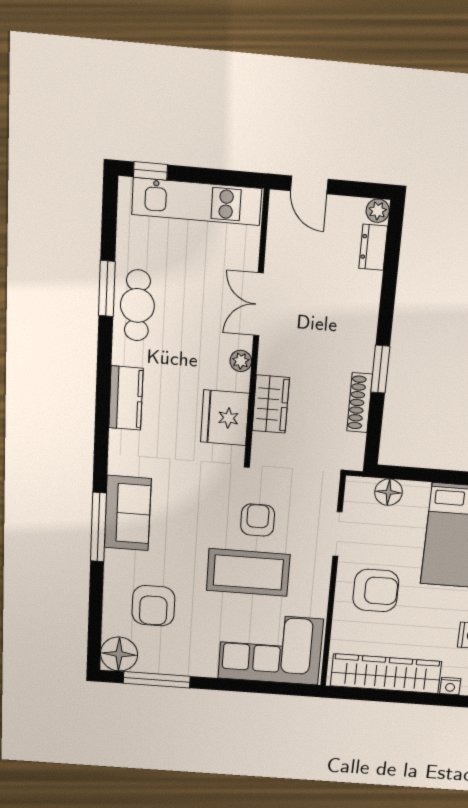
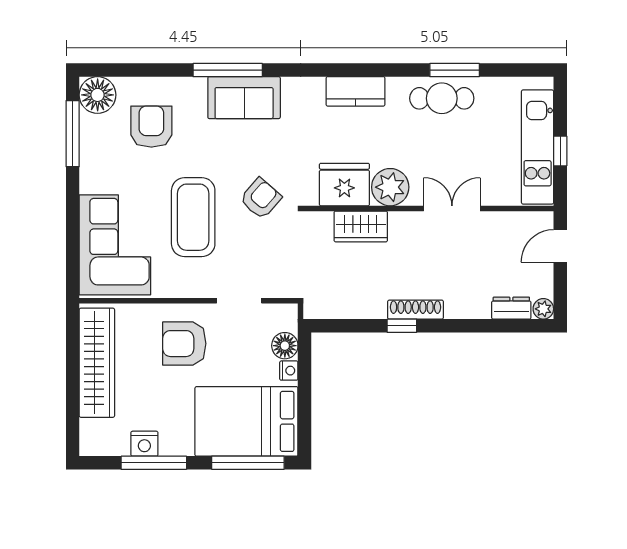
window: (151, 171) -> (560, 151), moved
plant: (241, 361) -> (390, 187), width x1.87, depth x1.87
window: (380, 369) -> (402, 326), width x0.67
shoe rack: (360, 403) -> (416, 310), moved
armchair: (258, 520) -> (261, 198), moved, turned -49
armchair: (376, 590) -> (184, 344), turned 90
armchair: (153, 606) -> (151, 127), turned 90
nightstand: (450, 686) -> (289, 371), moved, turned 180

